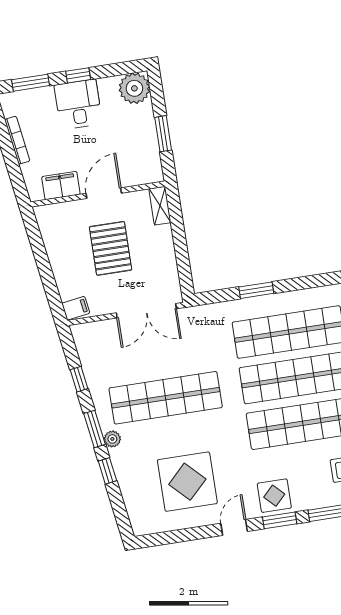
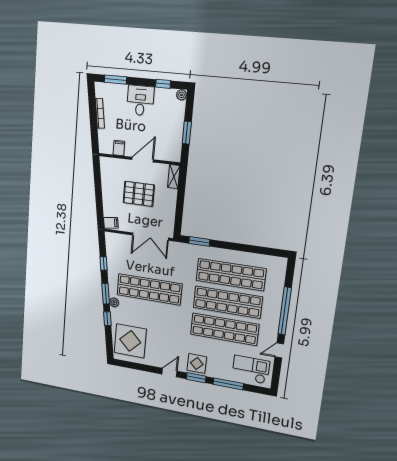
window: (78, 75) -> (163, 84), moved
plant: (134, 88) -> (181, 95), width x0.53, depth x0.53
filing cabinet: (61, 186) -> (119, 148), width x0.50
pallet: (111, 248) -> (139, 194), turned 90
window: (256, 290) -> (199, 241), moved
display table: (187, 482) -> (130, 341), moved

